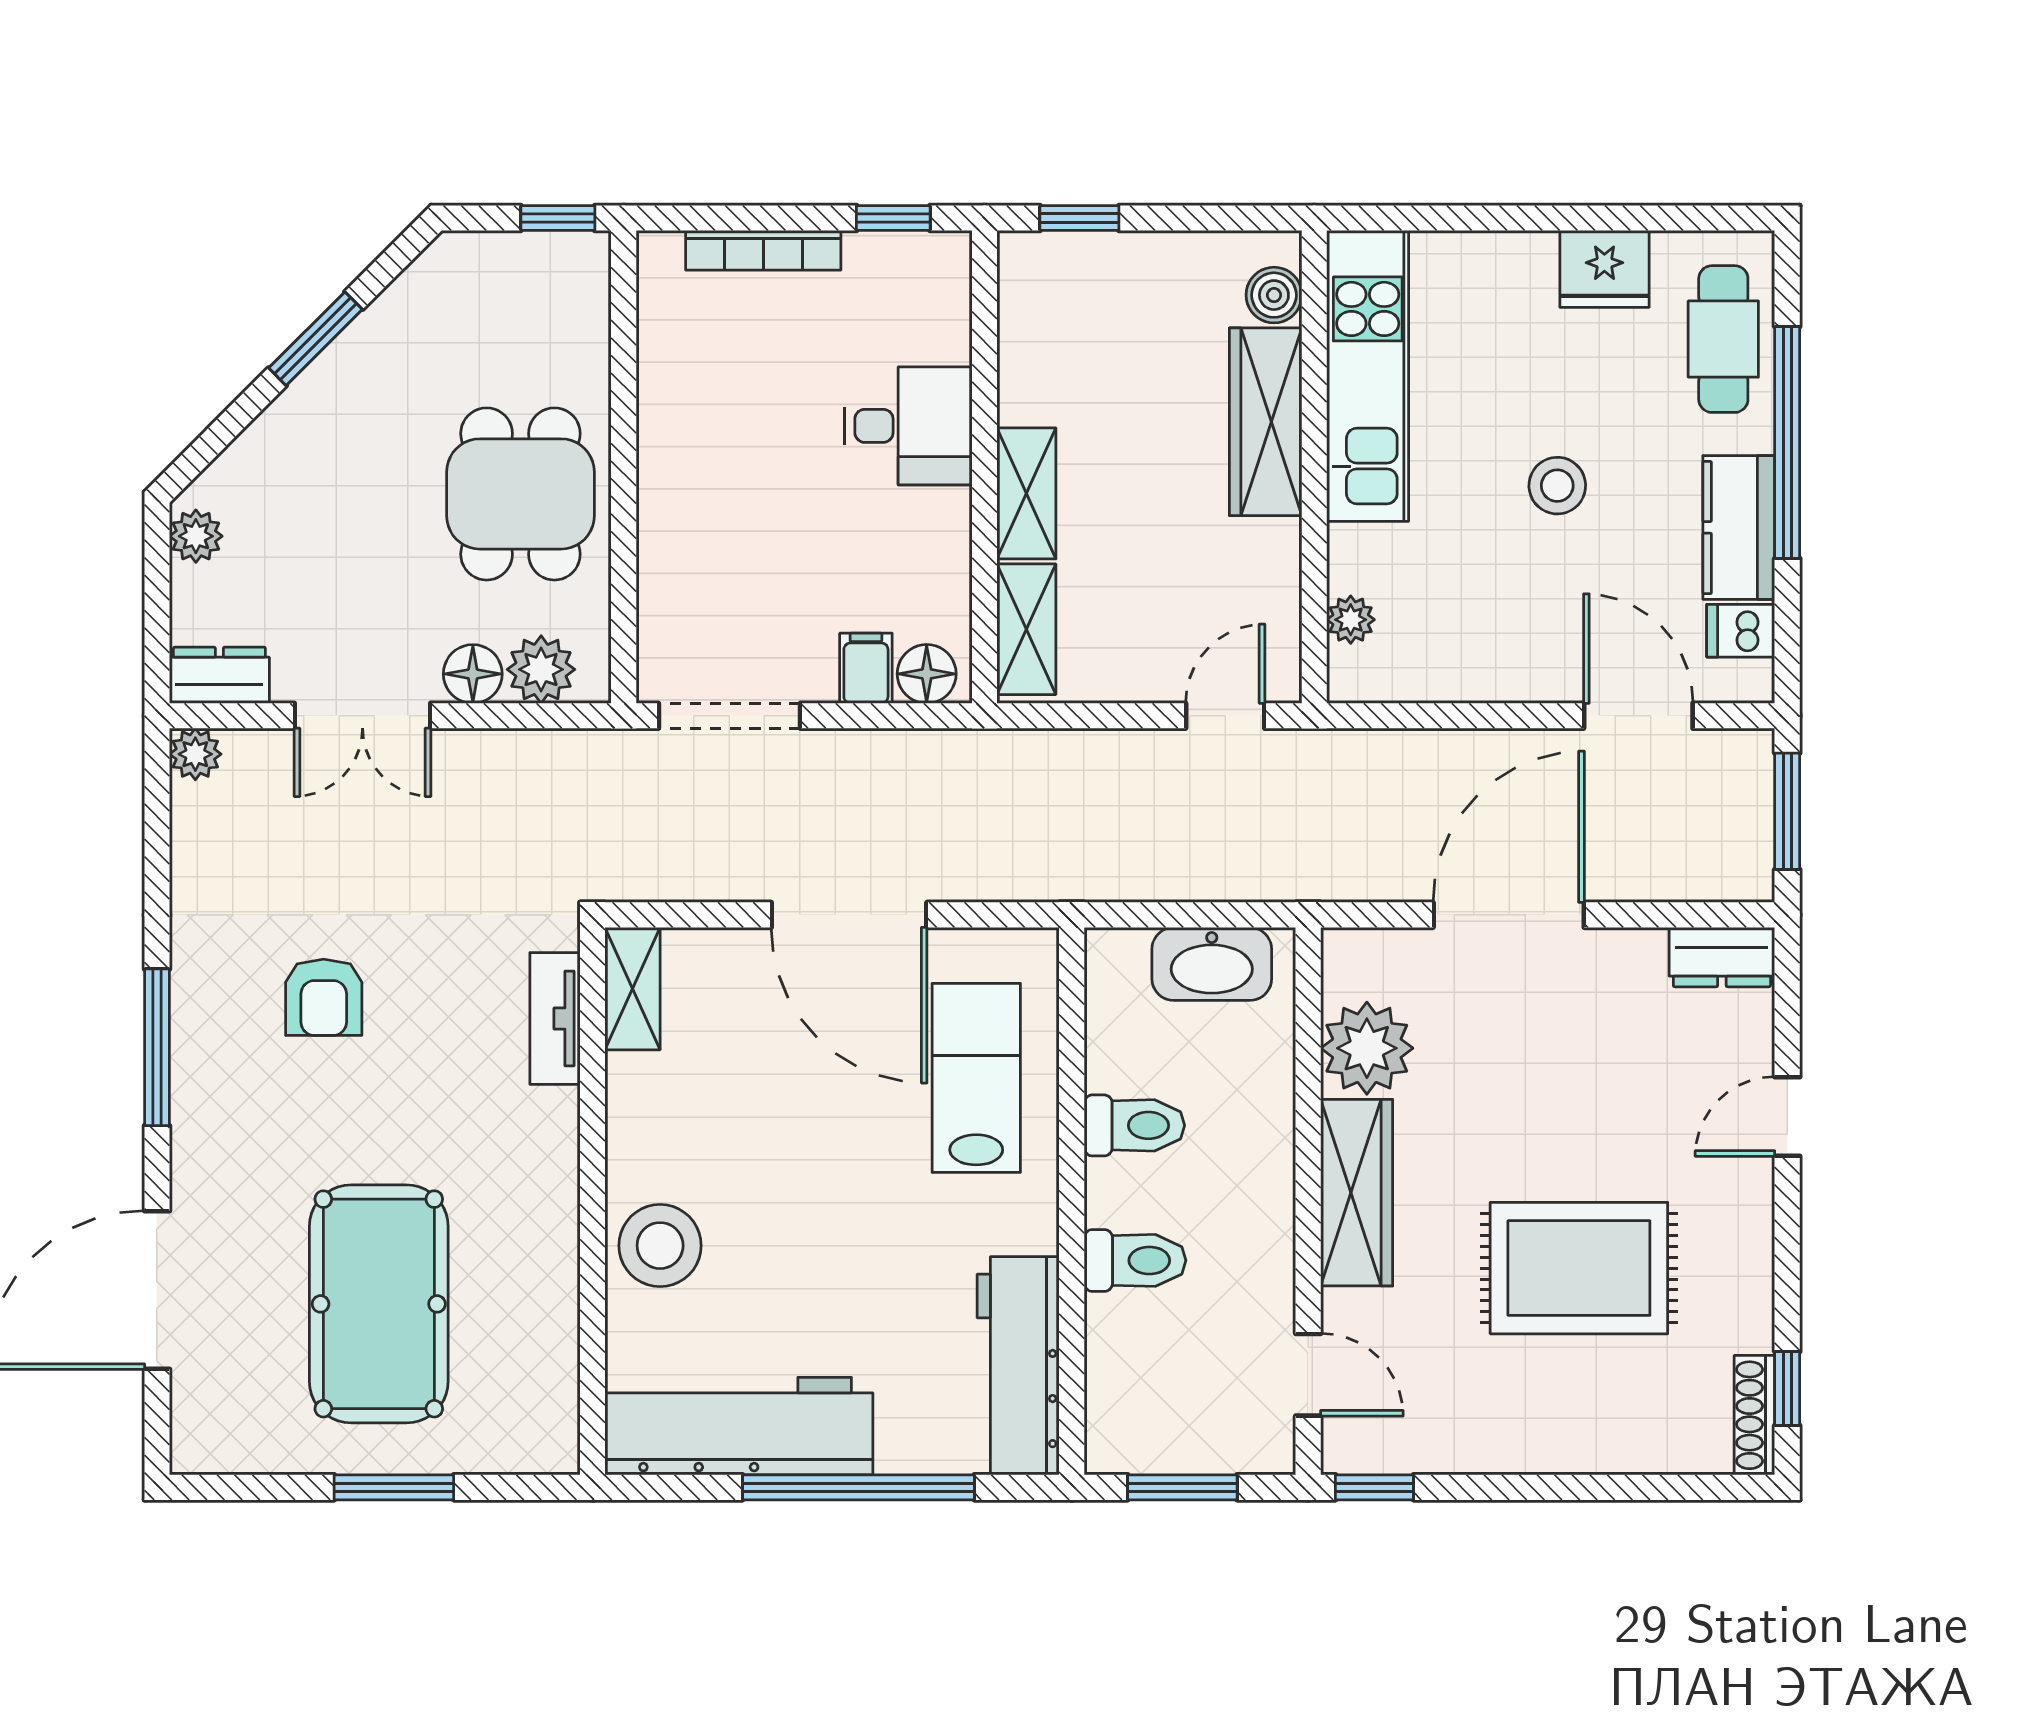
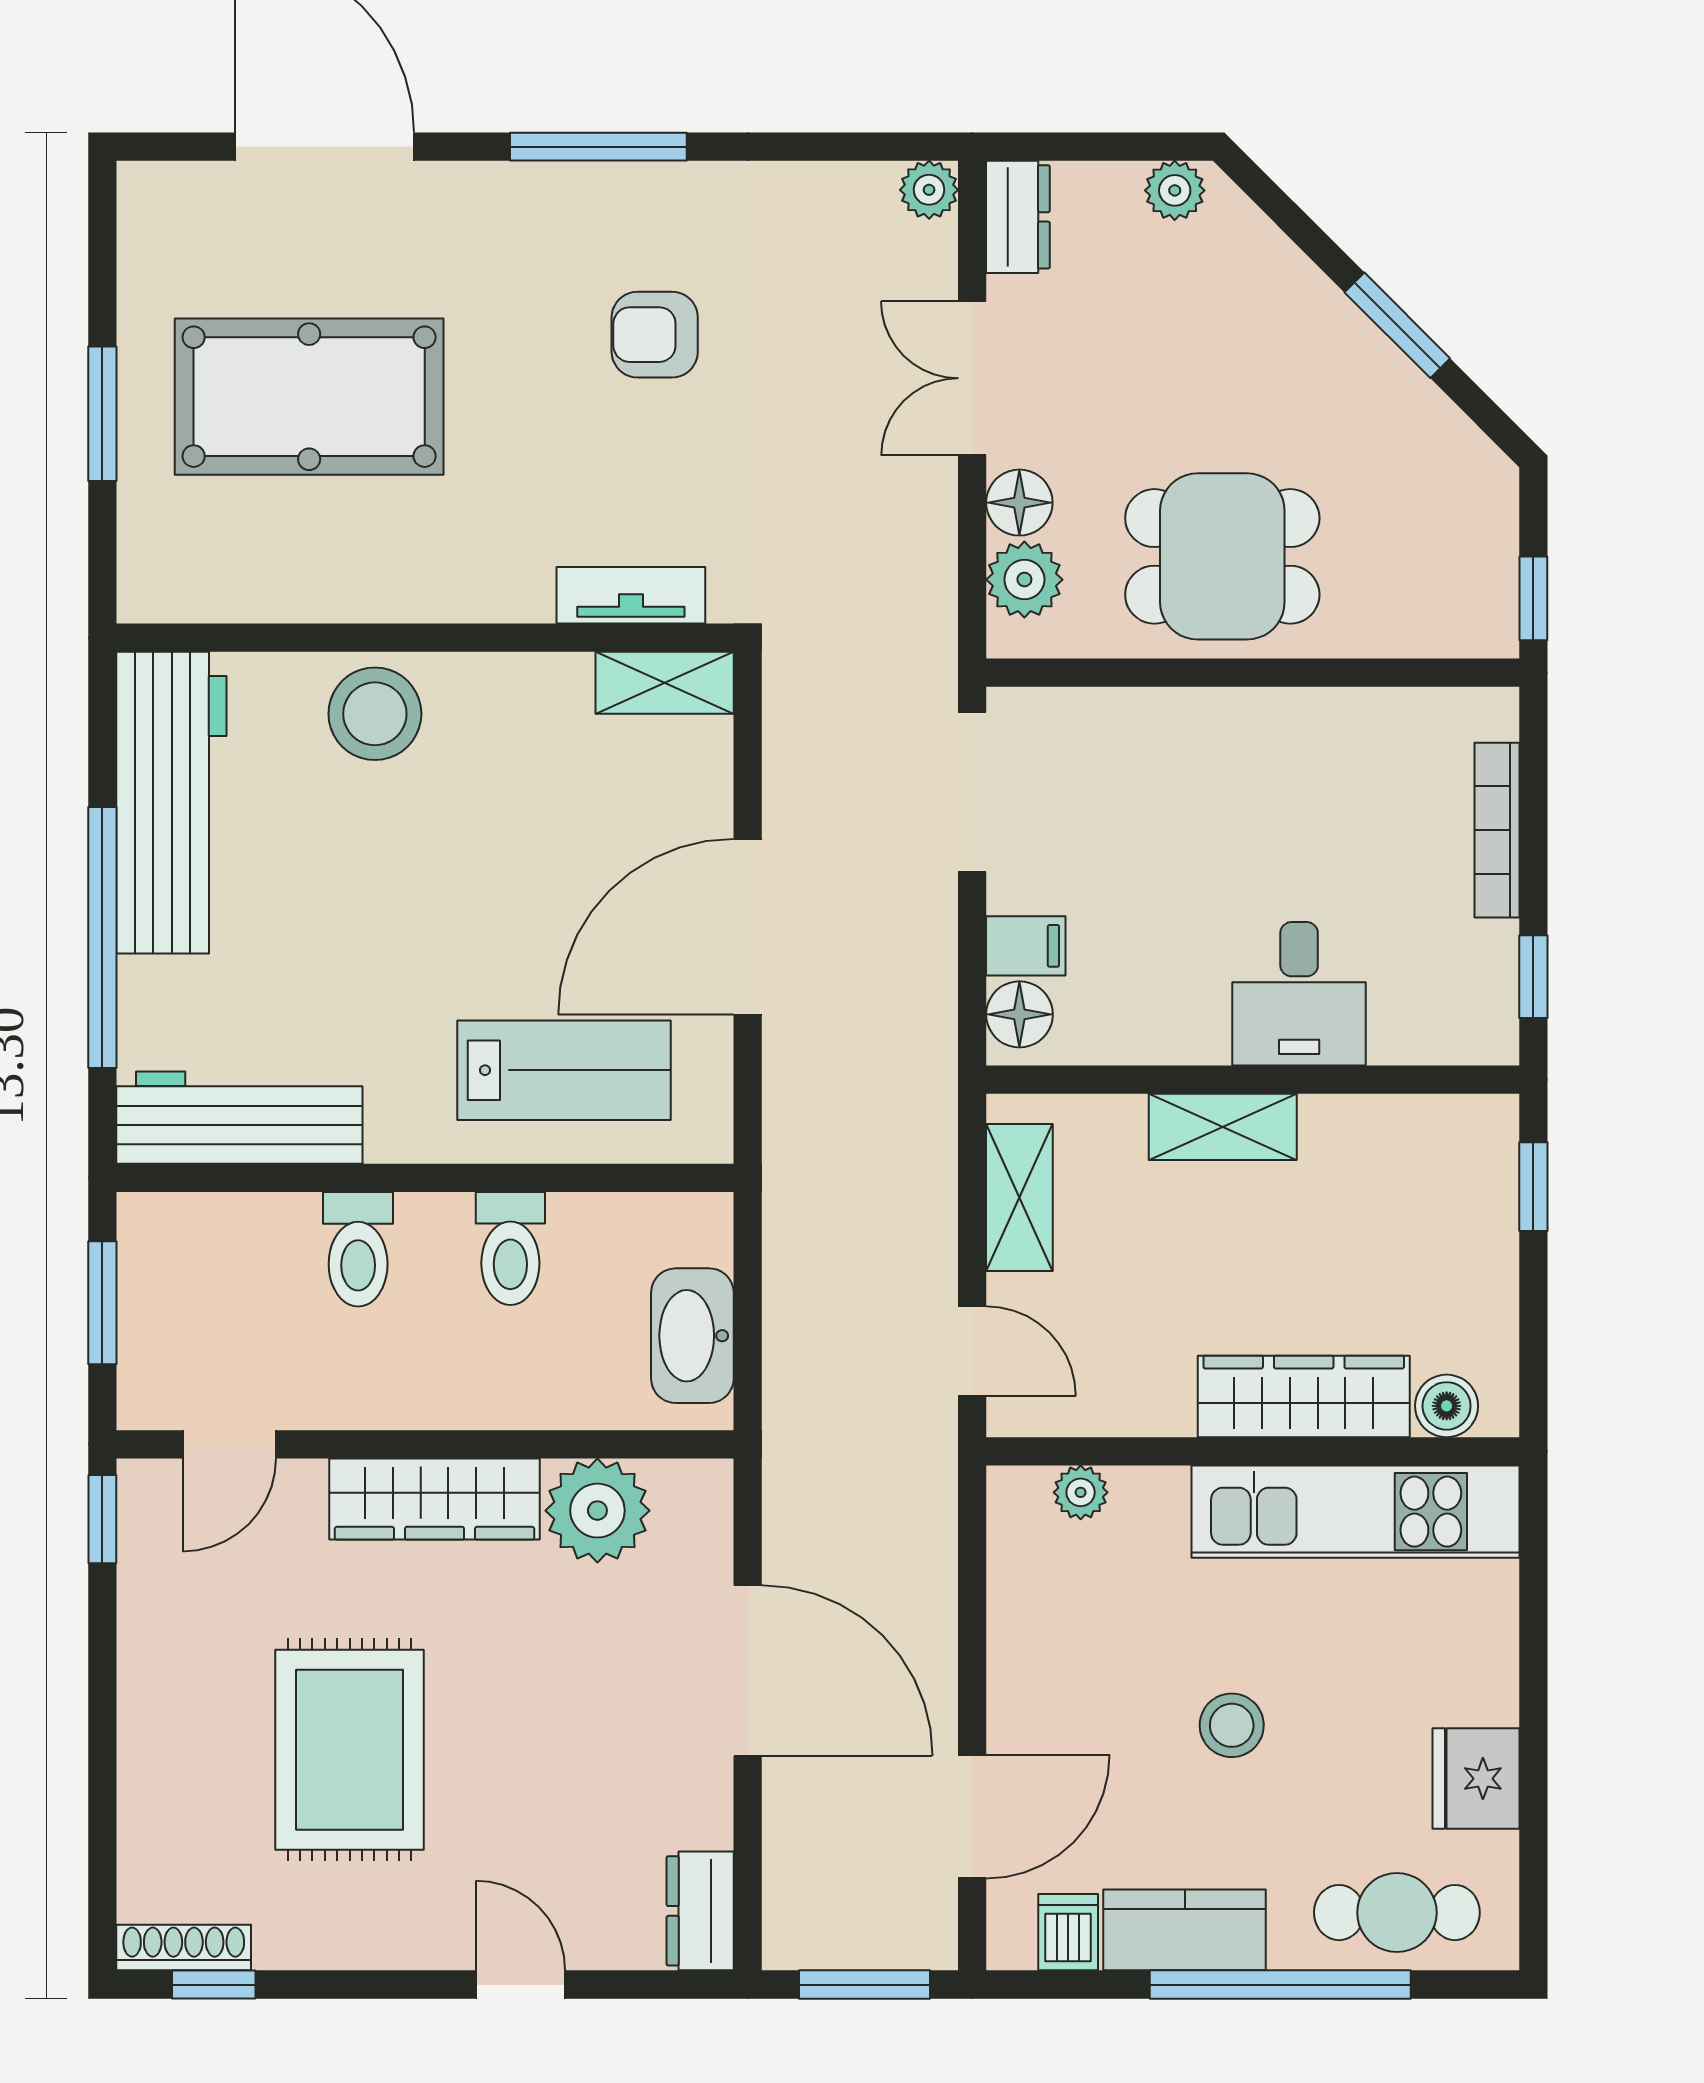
shelving: (1026, 629) -> (1019, 1197), moved, turned 90

